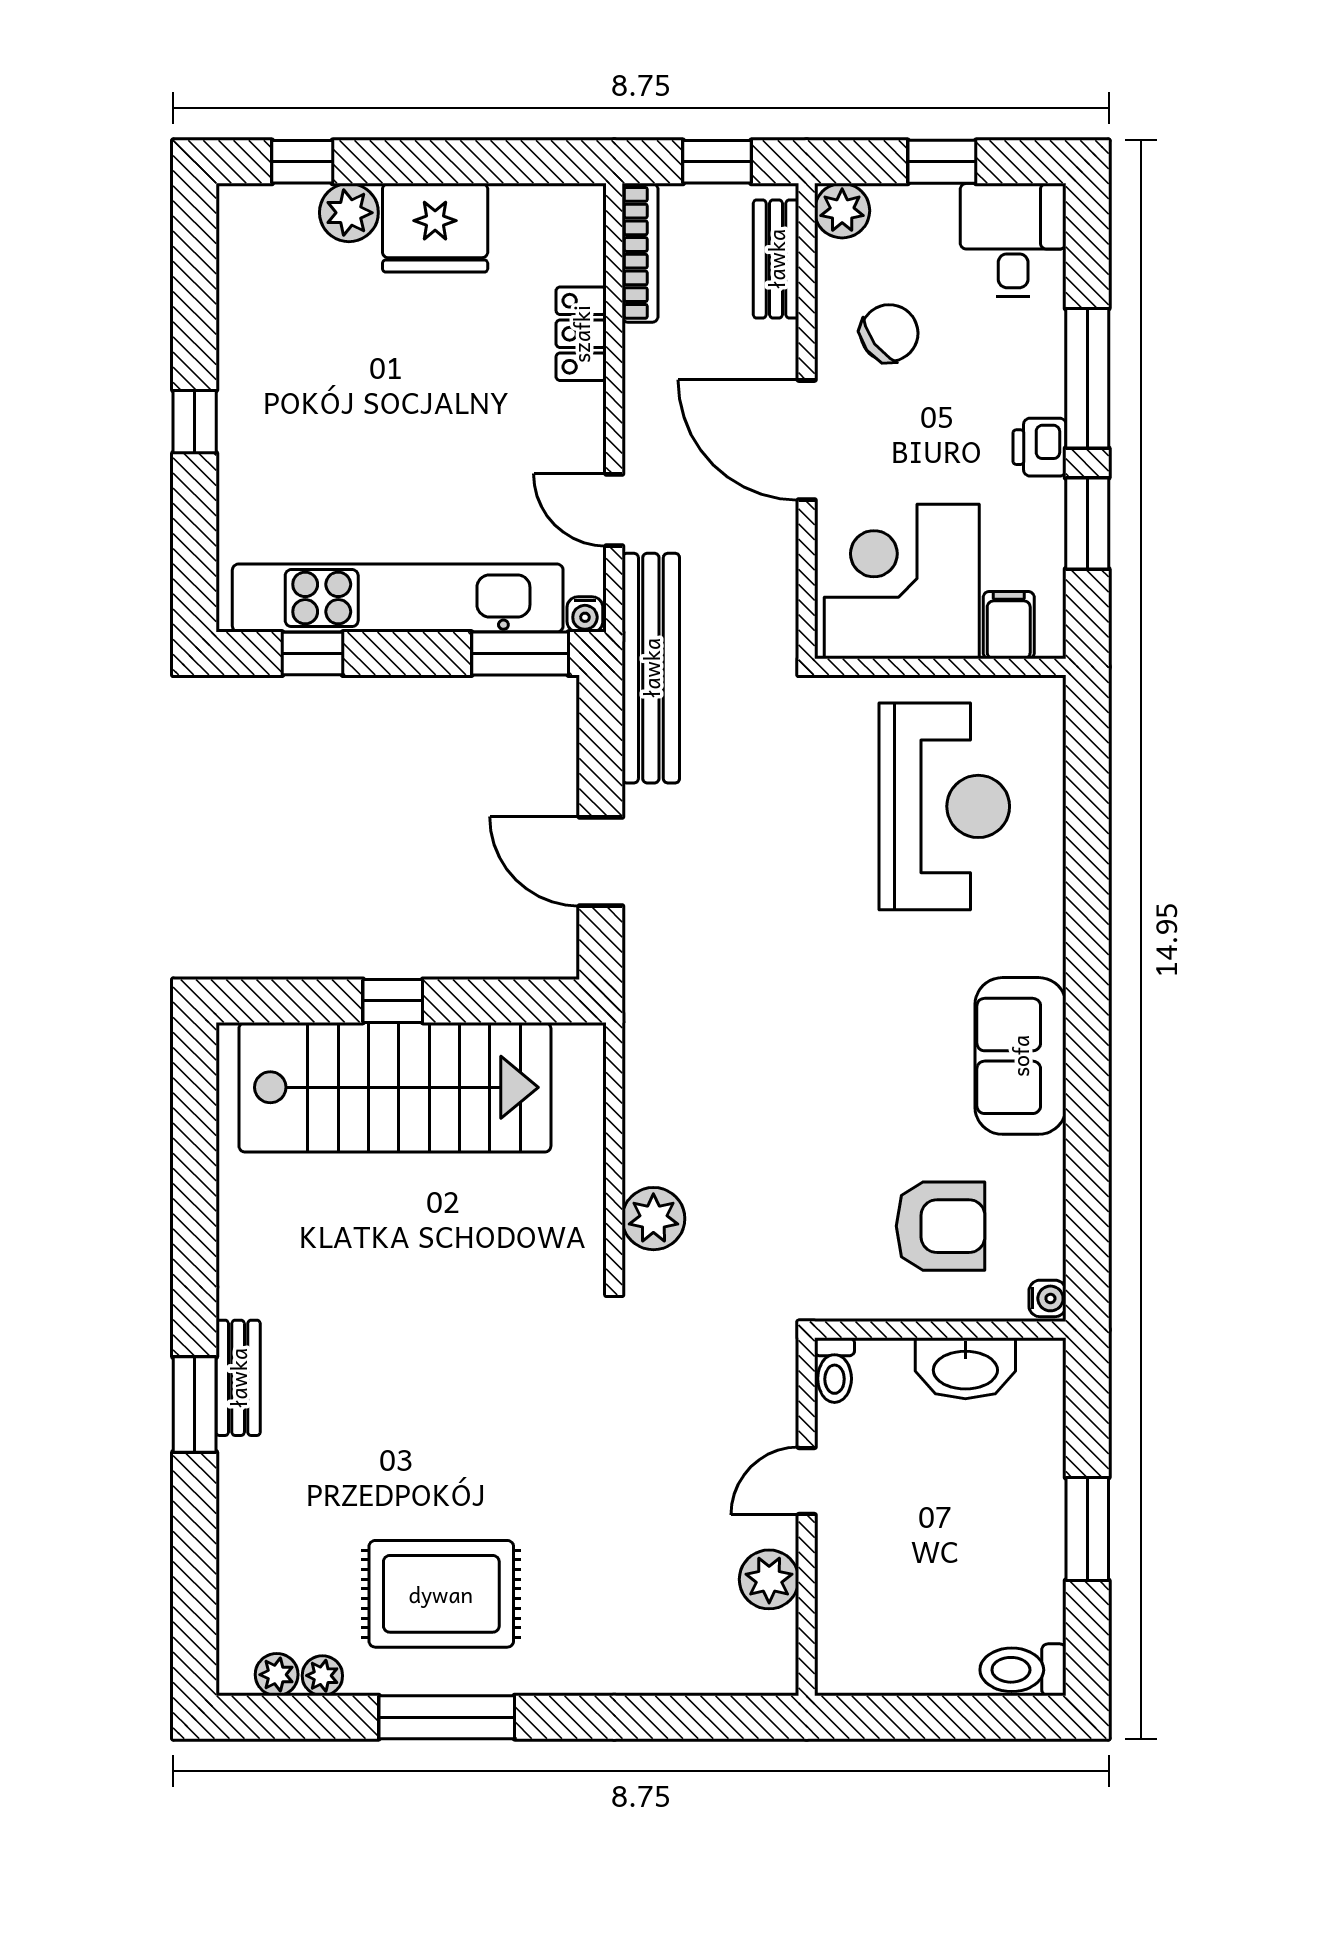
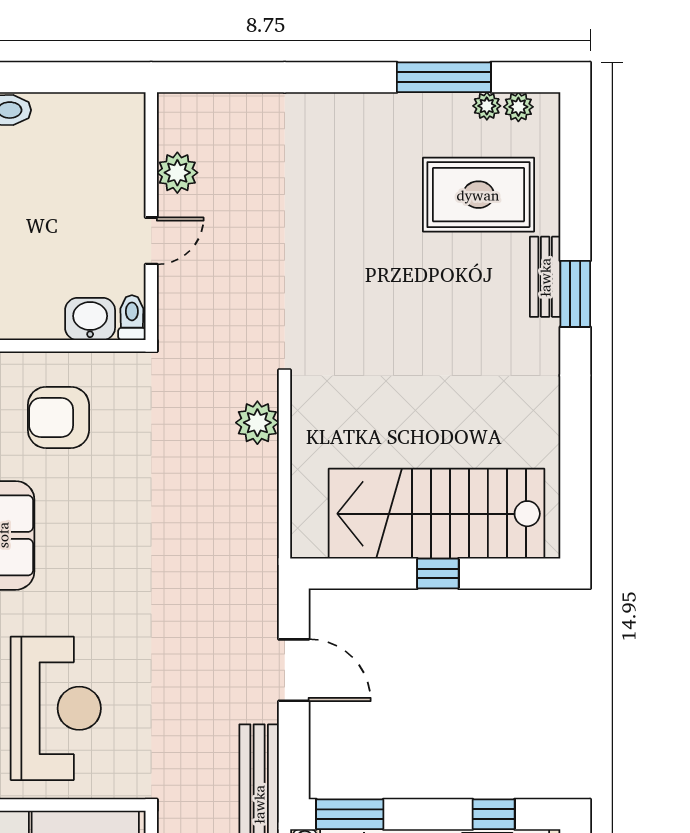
reception desk: (944, 806) -> (56, 708), turned 180
washbasin: (965, 1368) -> (90, 319), moved, width x0.72
bench: (238, 1378) -> (545, 277), moved
rug: (441, 1594) -> (478, 195), moved
window: (447, 1717) -> (444, 77), moved

